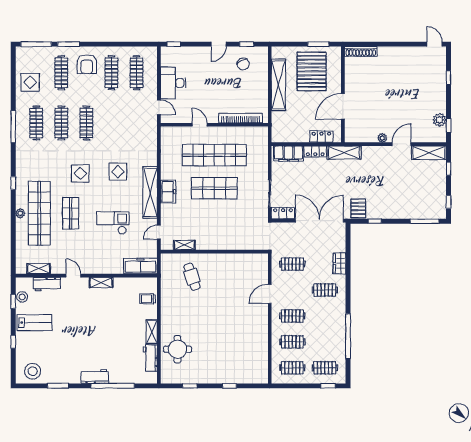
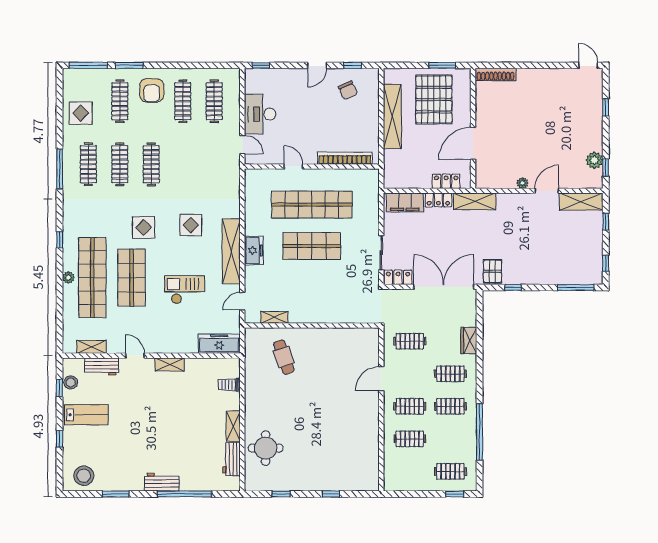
shop shelf: (71, 213) -> (132, 278), width x1.43, depth x1.36
clothes rail: (292, 368) -> (450, 406), moved

